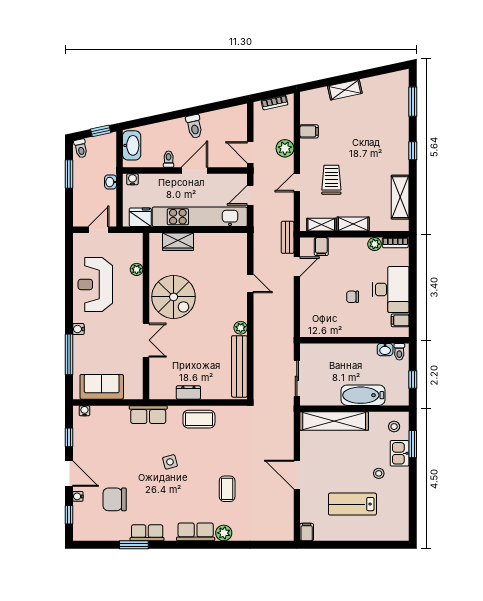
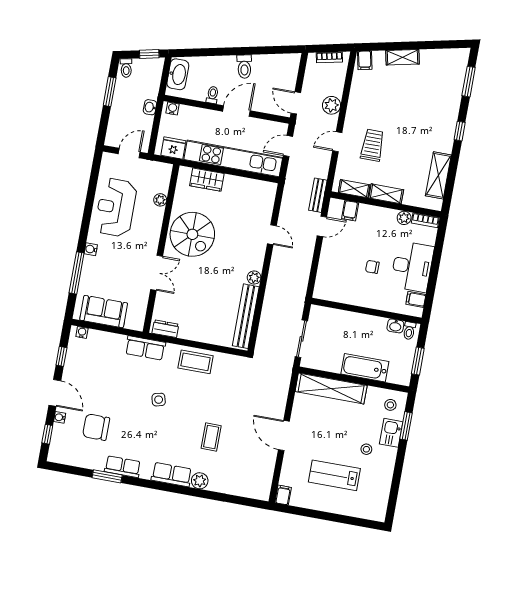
filing cabinet: (309, 131) -> (365, 60), moved, turned 78
window: (413, 379) -> (418, 361), width x1.50
dresser: (188, 393) -> (165, 329), moved

